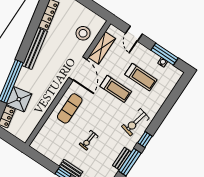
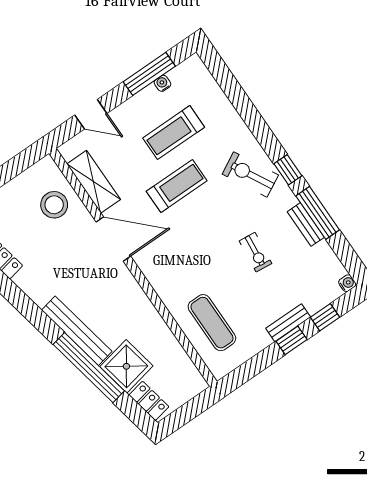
bench: (35, 49) -> (77, 331), moved
treadmill: (141, 77) -> (174, 133), turned 180
exercise mat: (70, 108) -> (212, 323), moved
exercise bike: (135, 122) -> (250, 175), turned 139
exercise bike: (89, 140) -> (256, 252), moved

